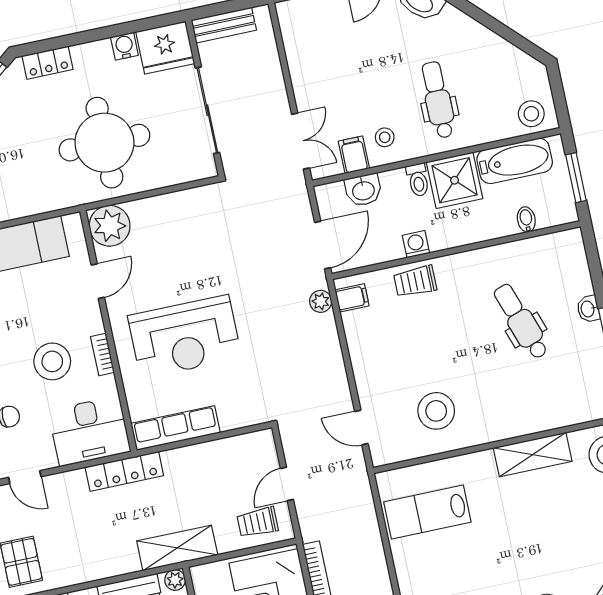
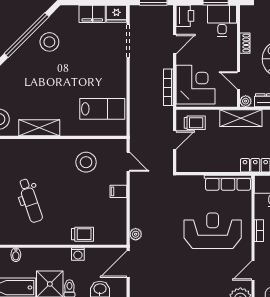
filing cabinet: (352, 298) -> (118, 191), moved

